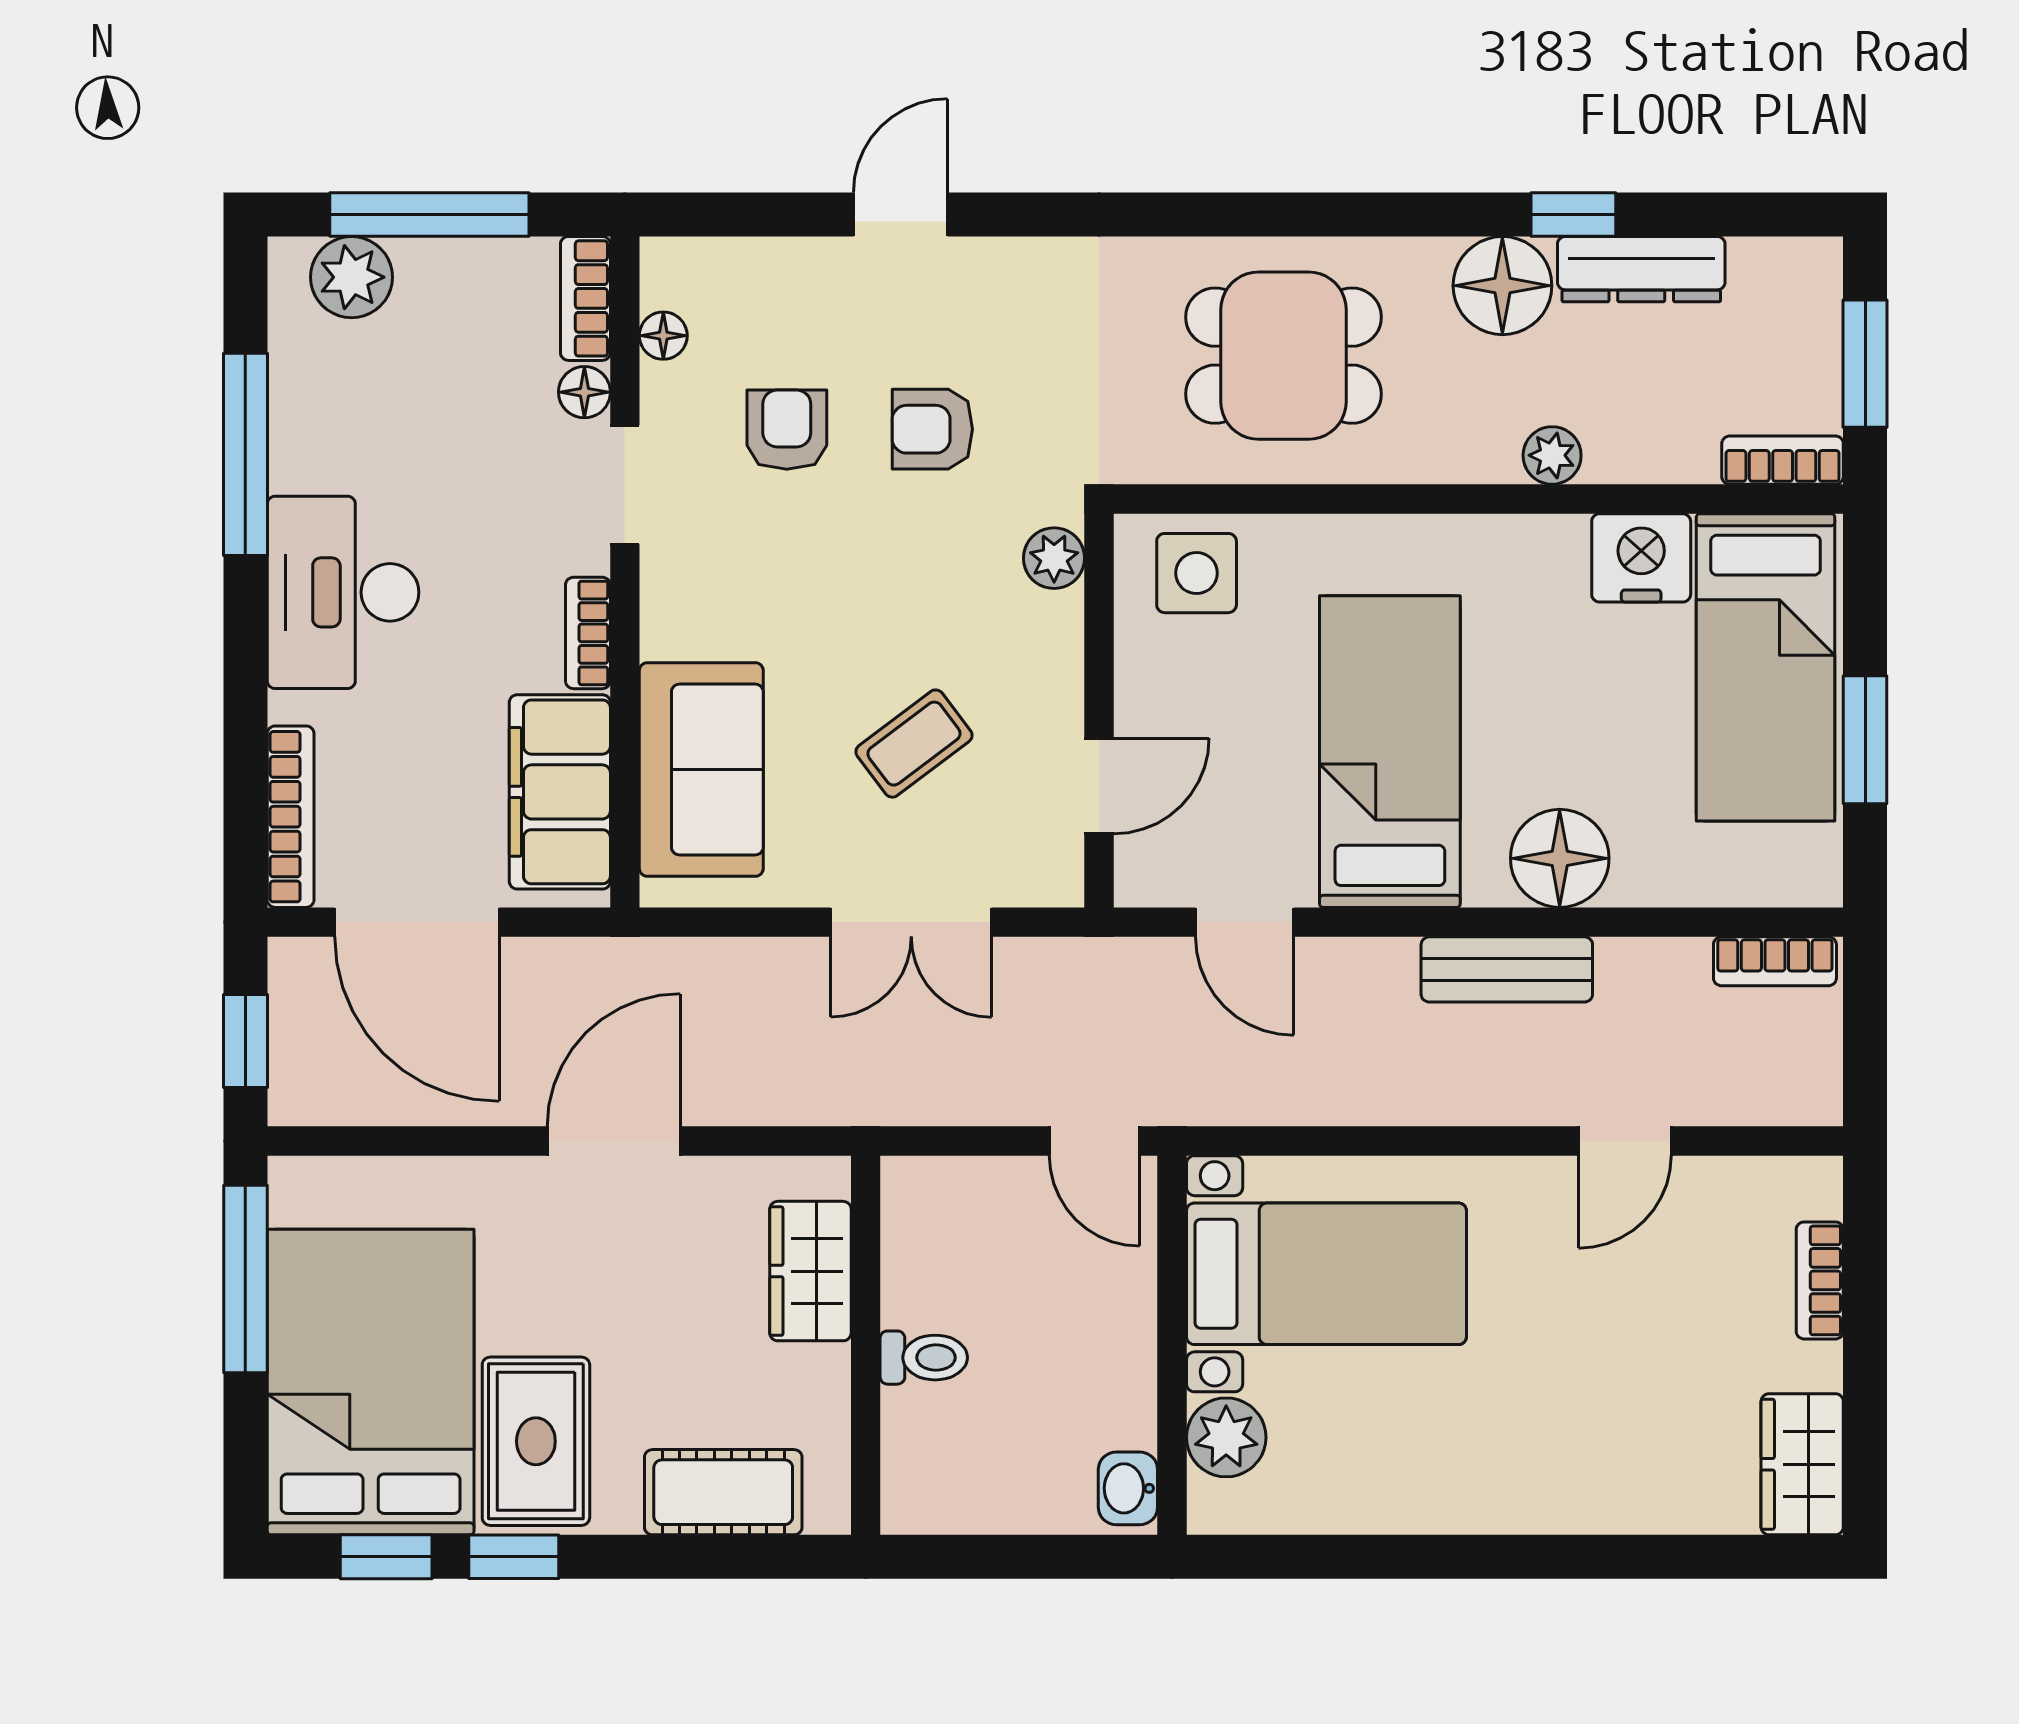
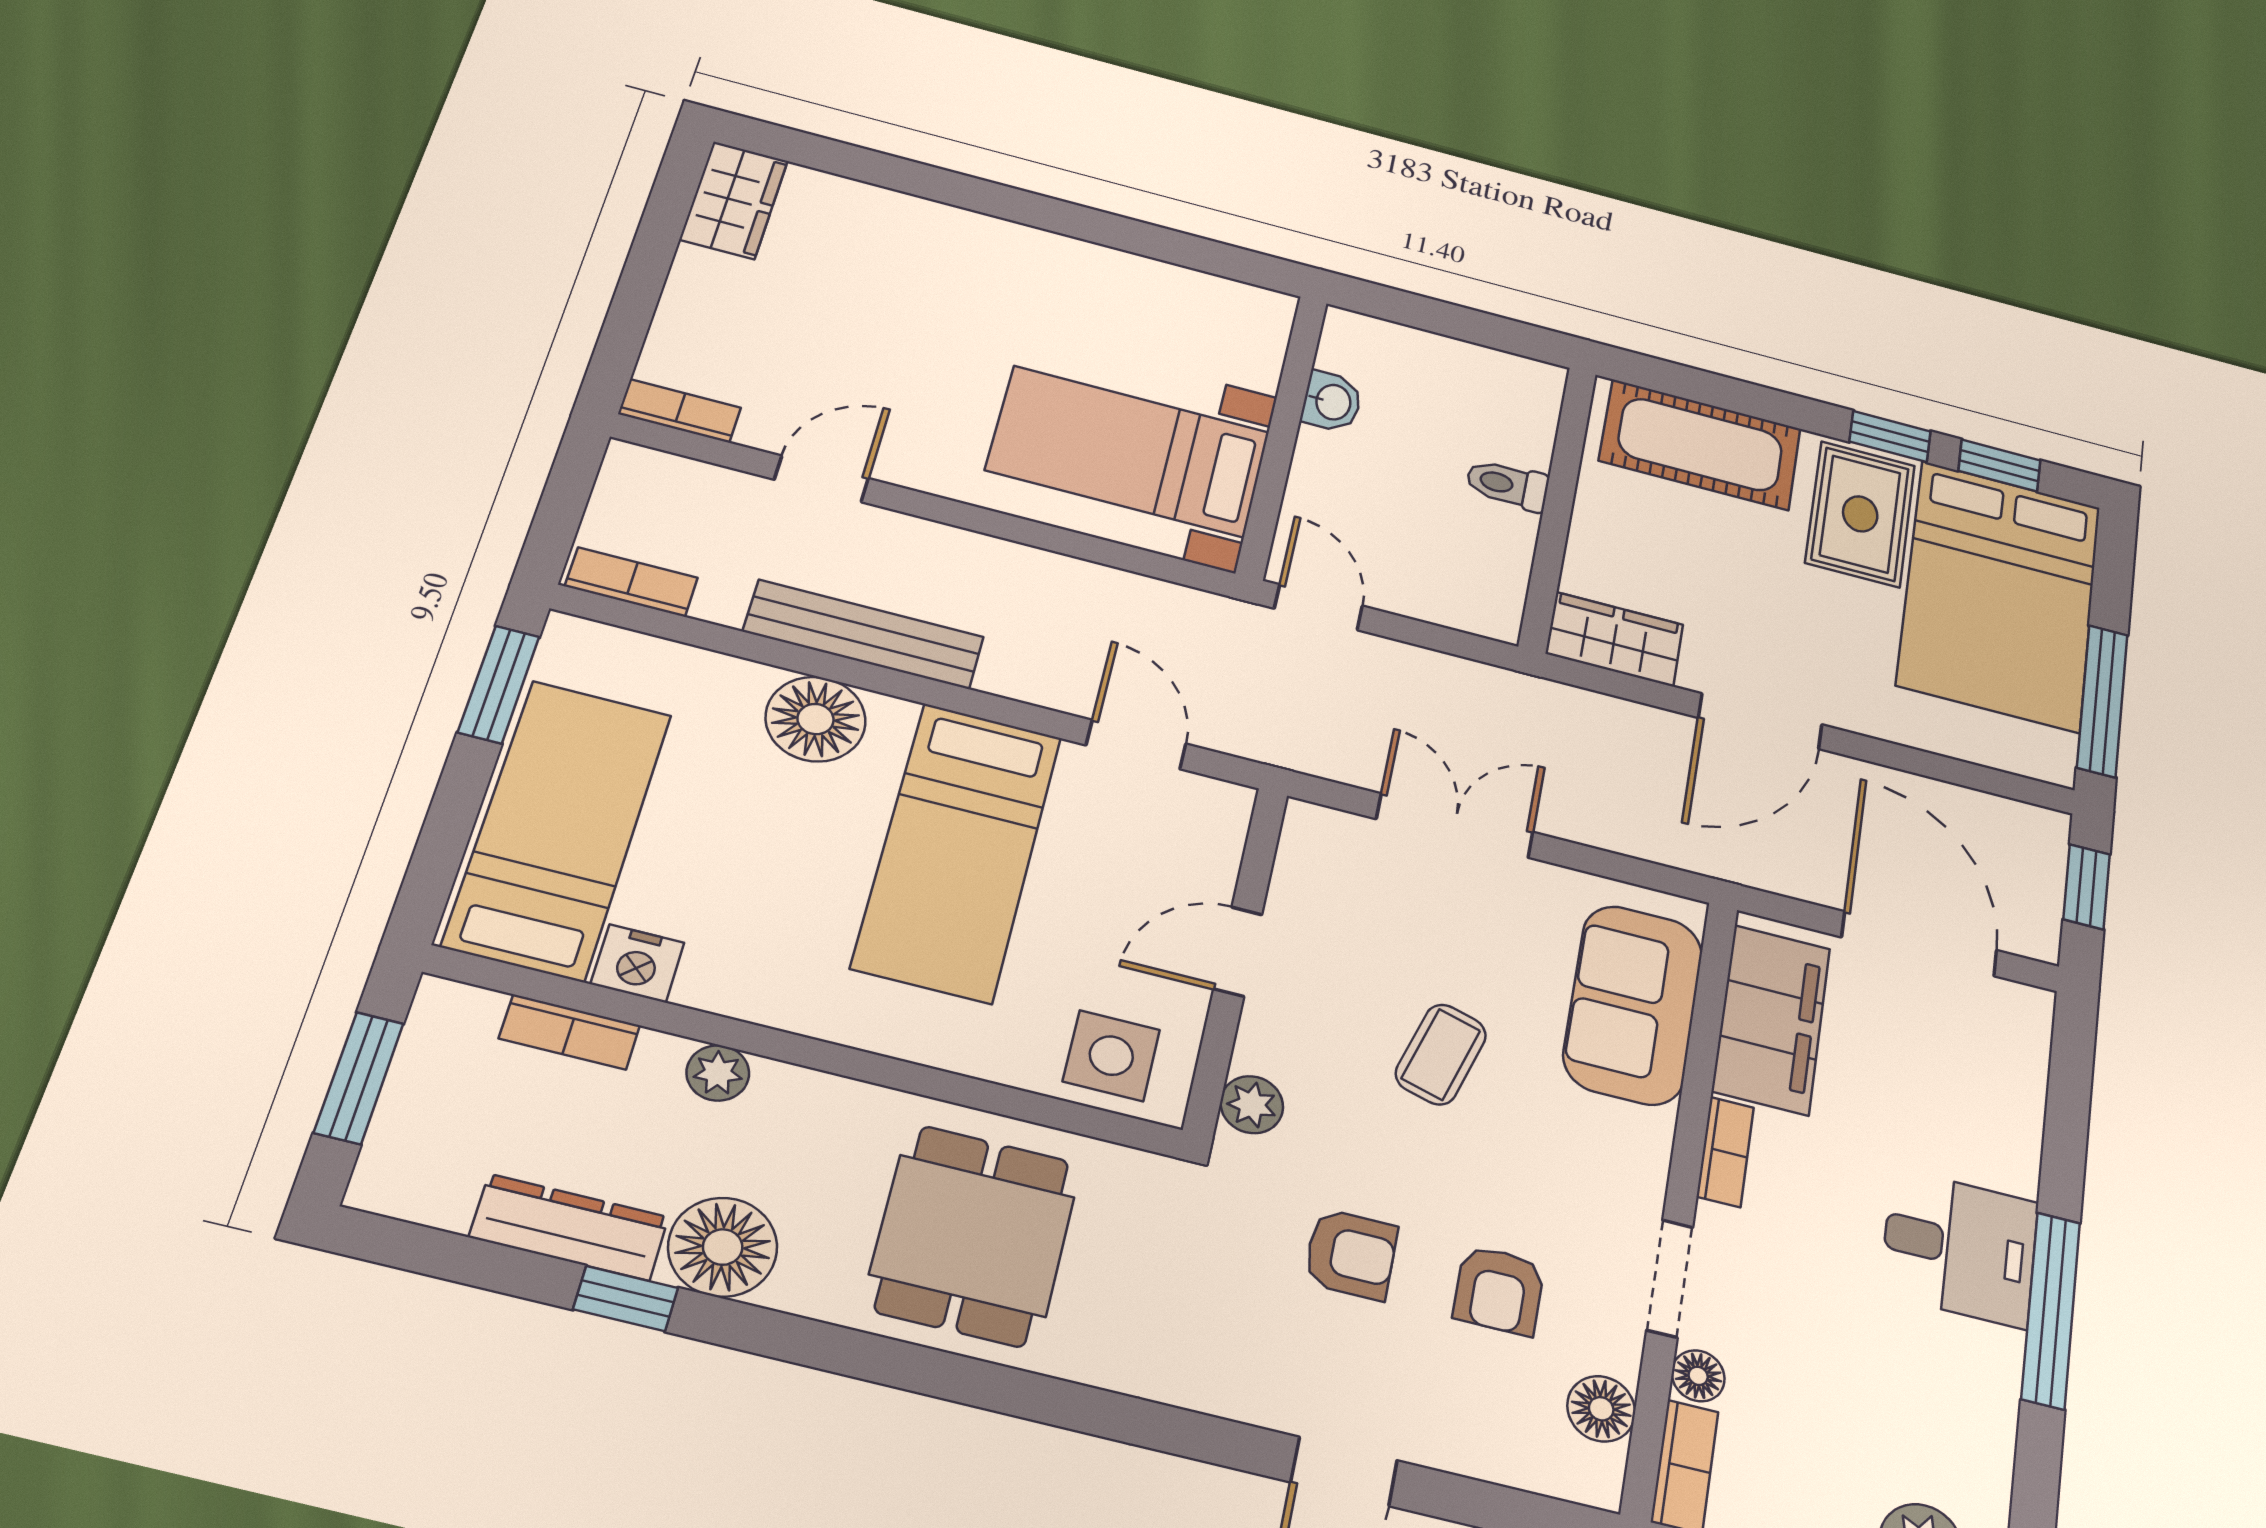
floor lamp: (663, 336) -> (1601, 1409), width x1.37, depth x1.37
dining table: (1284, 356) -> (972, 1236), turned 90
window: (245, 454) -> (2051, 1310), moved
bookcase: (1783, 460) -> (569, 1032), moved
nightstand: (1641, 558) -> (637, 963), width x0.74, depth x0.75
desk: (343, 592) -> (1959, 1248), width x0.73
window: (1865, 740) -> (499, 684), moved
coffee table: (914, 744) -> (1441, 1054), moved, turned -37
door: (1099, 786) -> (1238, 952), moved
bookcase: (291, 817) -> (2028, 1062), removed
bench: (1507, 969) -> (864, 634), width x1.36
wardrobe: (810, 1271) -> (1614, 639), moved, turned -90
bookcase: (1820, 1280) -> (679, 411), moved, turned -90
plant: (1226, 1437) -> (1249, 356), removed
washbasin: (1128, 1488) -> (1332, 402), moved
cot: (723, 1492) -> (1700, 445), width x1.37, depth x1.34

